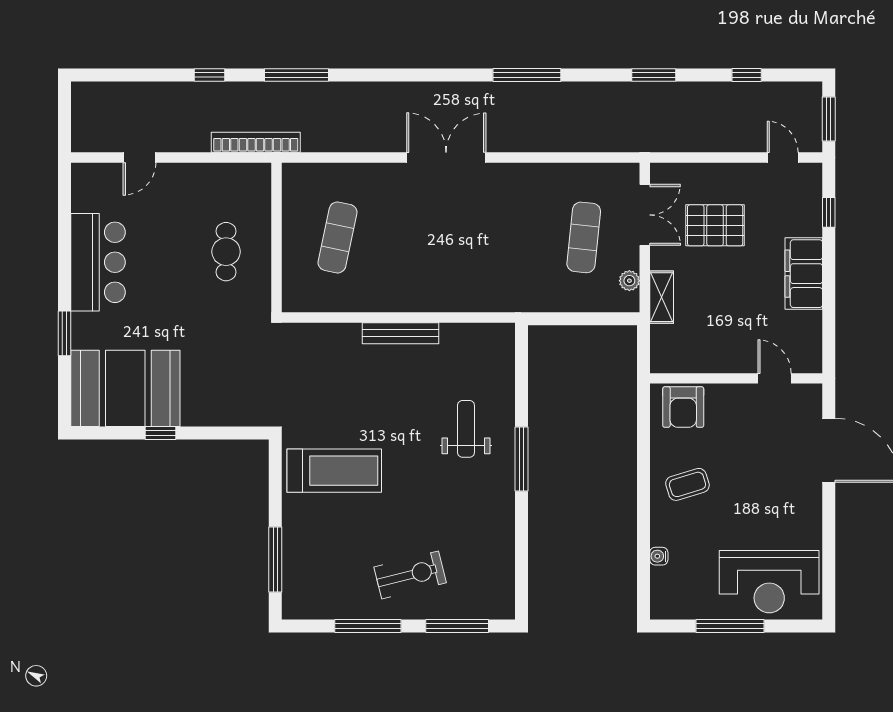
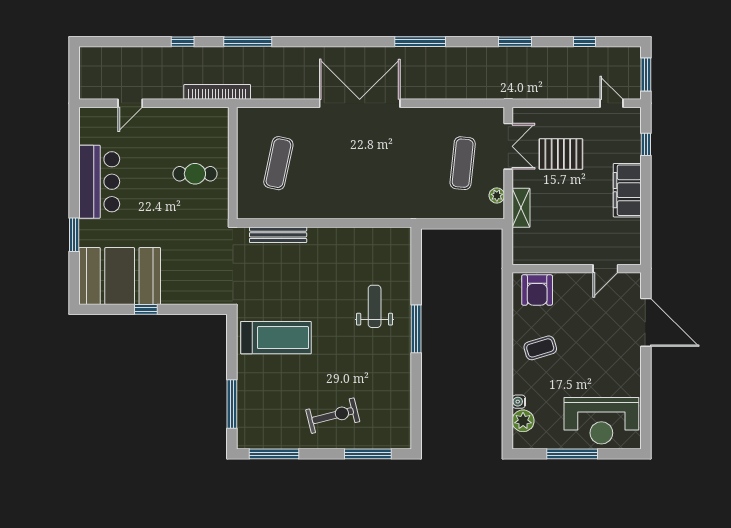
double door: (446, 157) -> (360, 103), width x1.36
cafe table: (226, 252) -> (195, 174), turned 90
bench: (401, 333) -> (278, 235), moved
door: (775, 378) -> (605, 269), swing flipped
plant: (664, 582) -> (523, 421), added
window: (368, 626) -> (274, 454), moved

